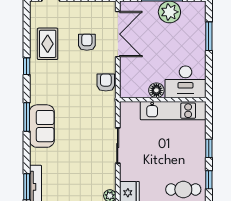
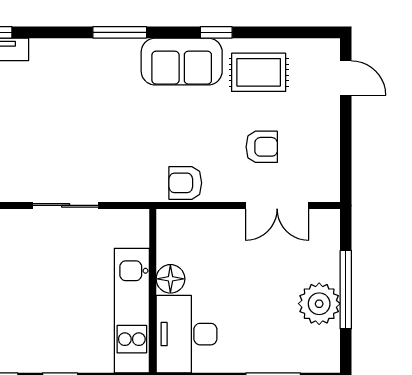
double door: (118, 34) -> (277, 205), width x0.73
armchair: (106, 82) -> (185, 183), turned 180
sofa: (42, 126) -> (182, 62), moved

